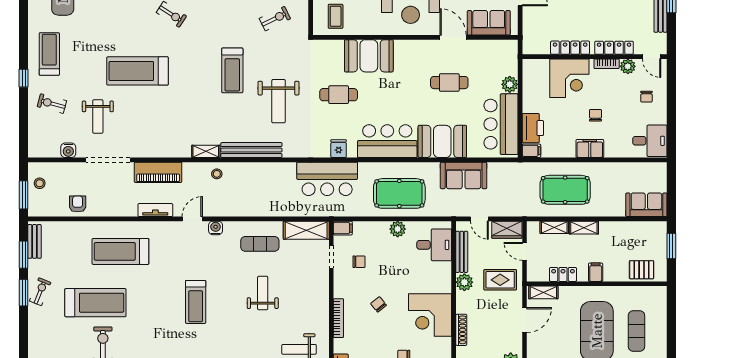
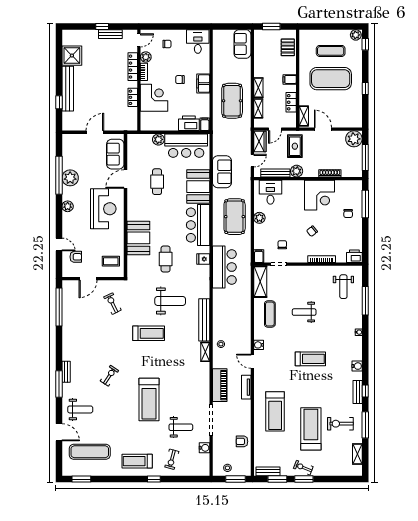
locker: (570, 48) -> (133, 97), width x0.66

